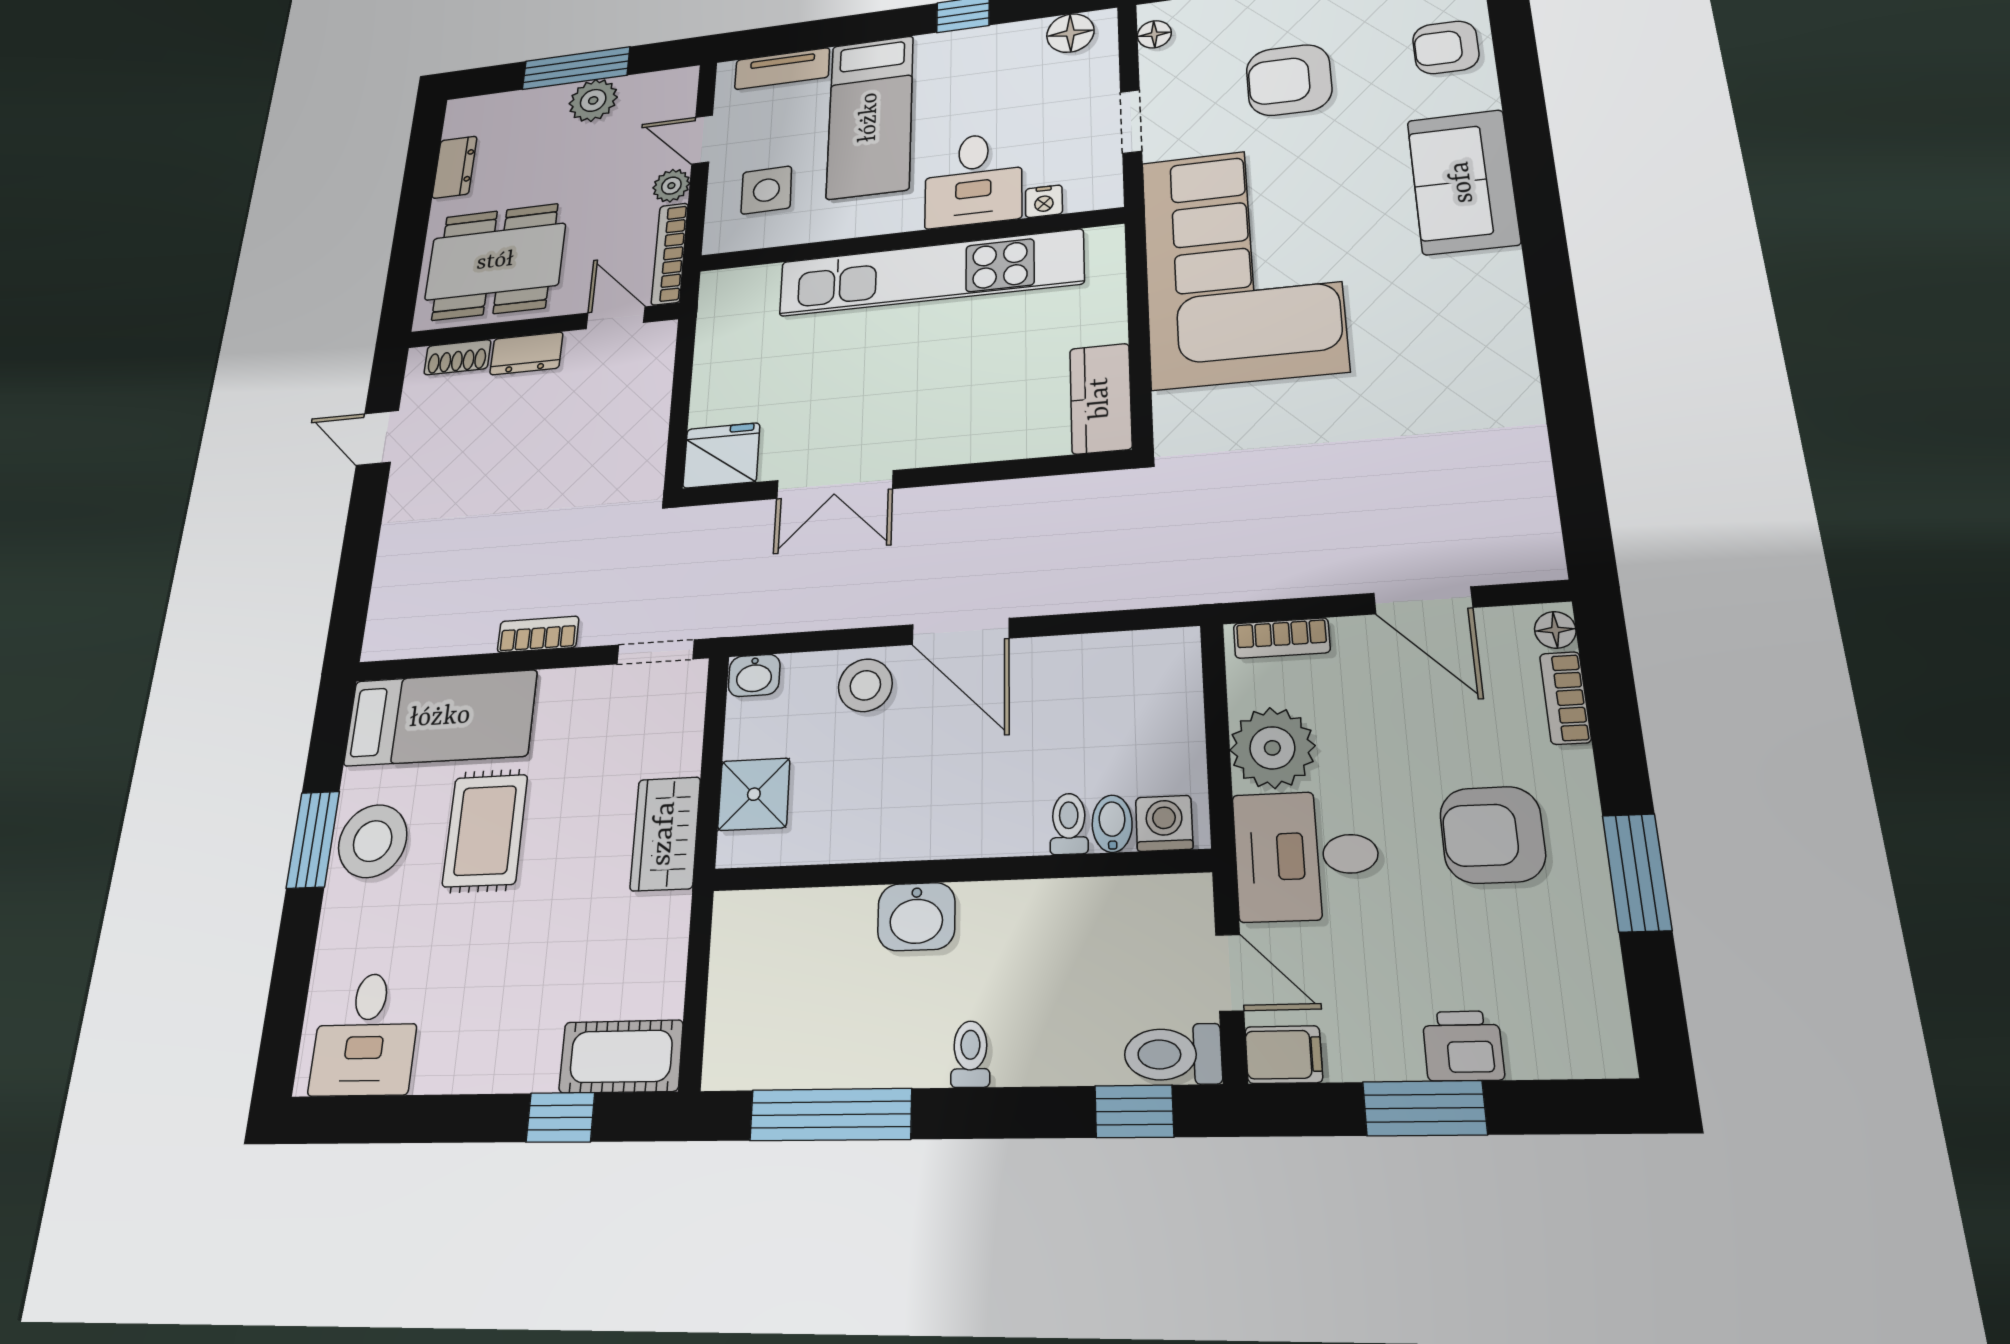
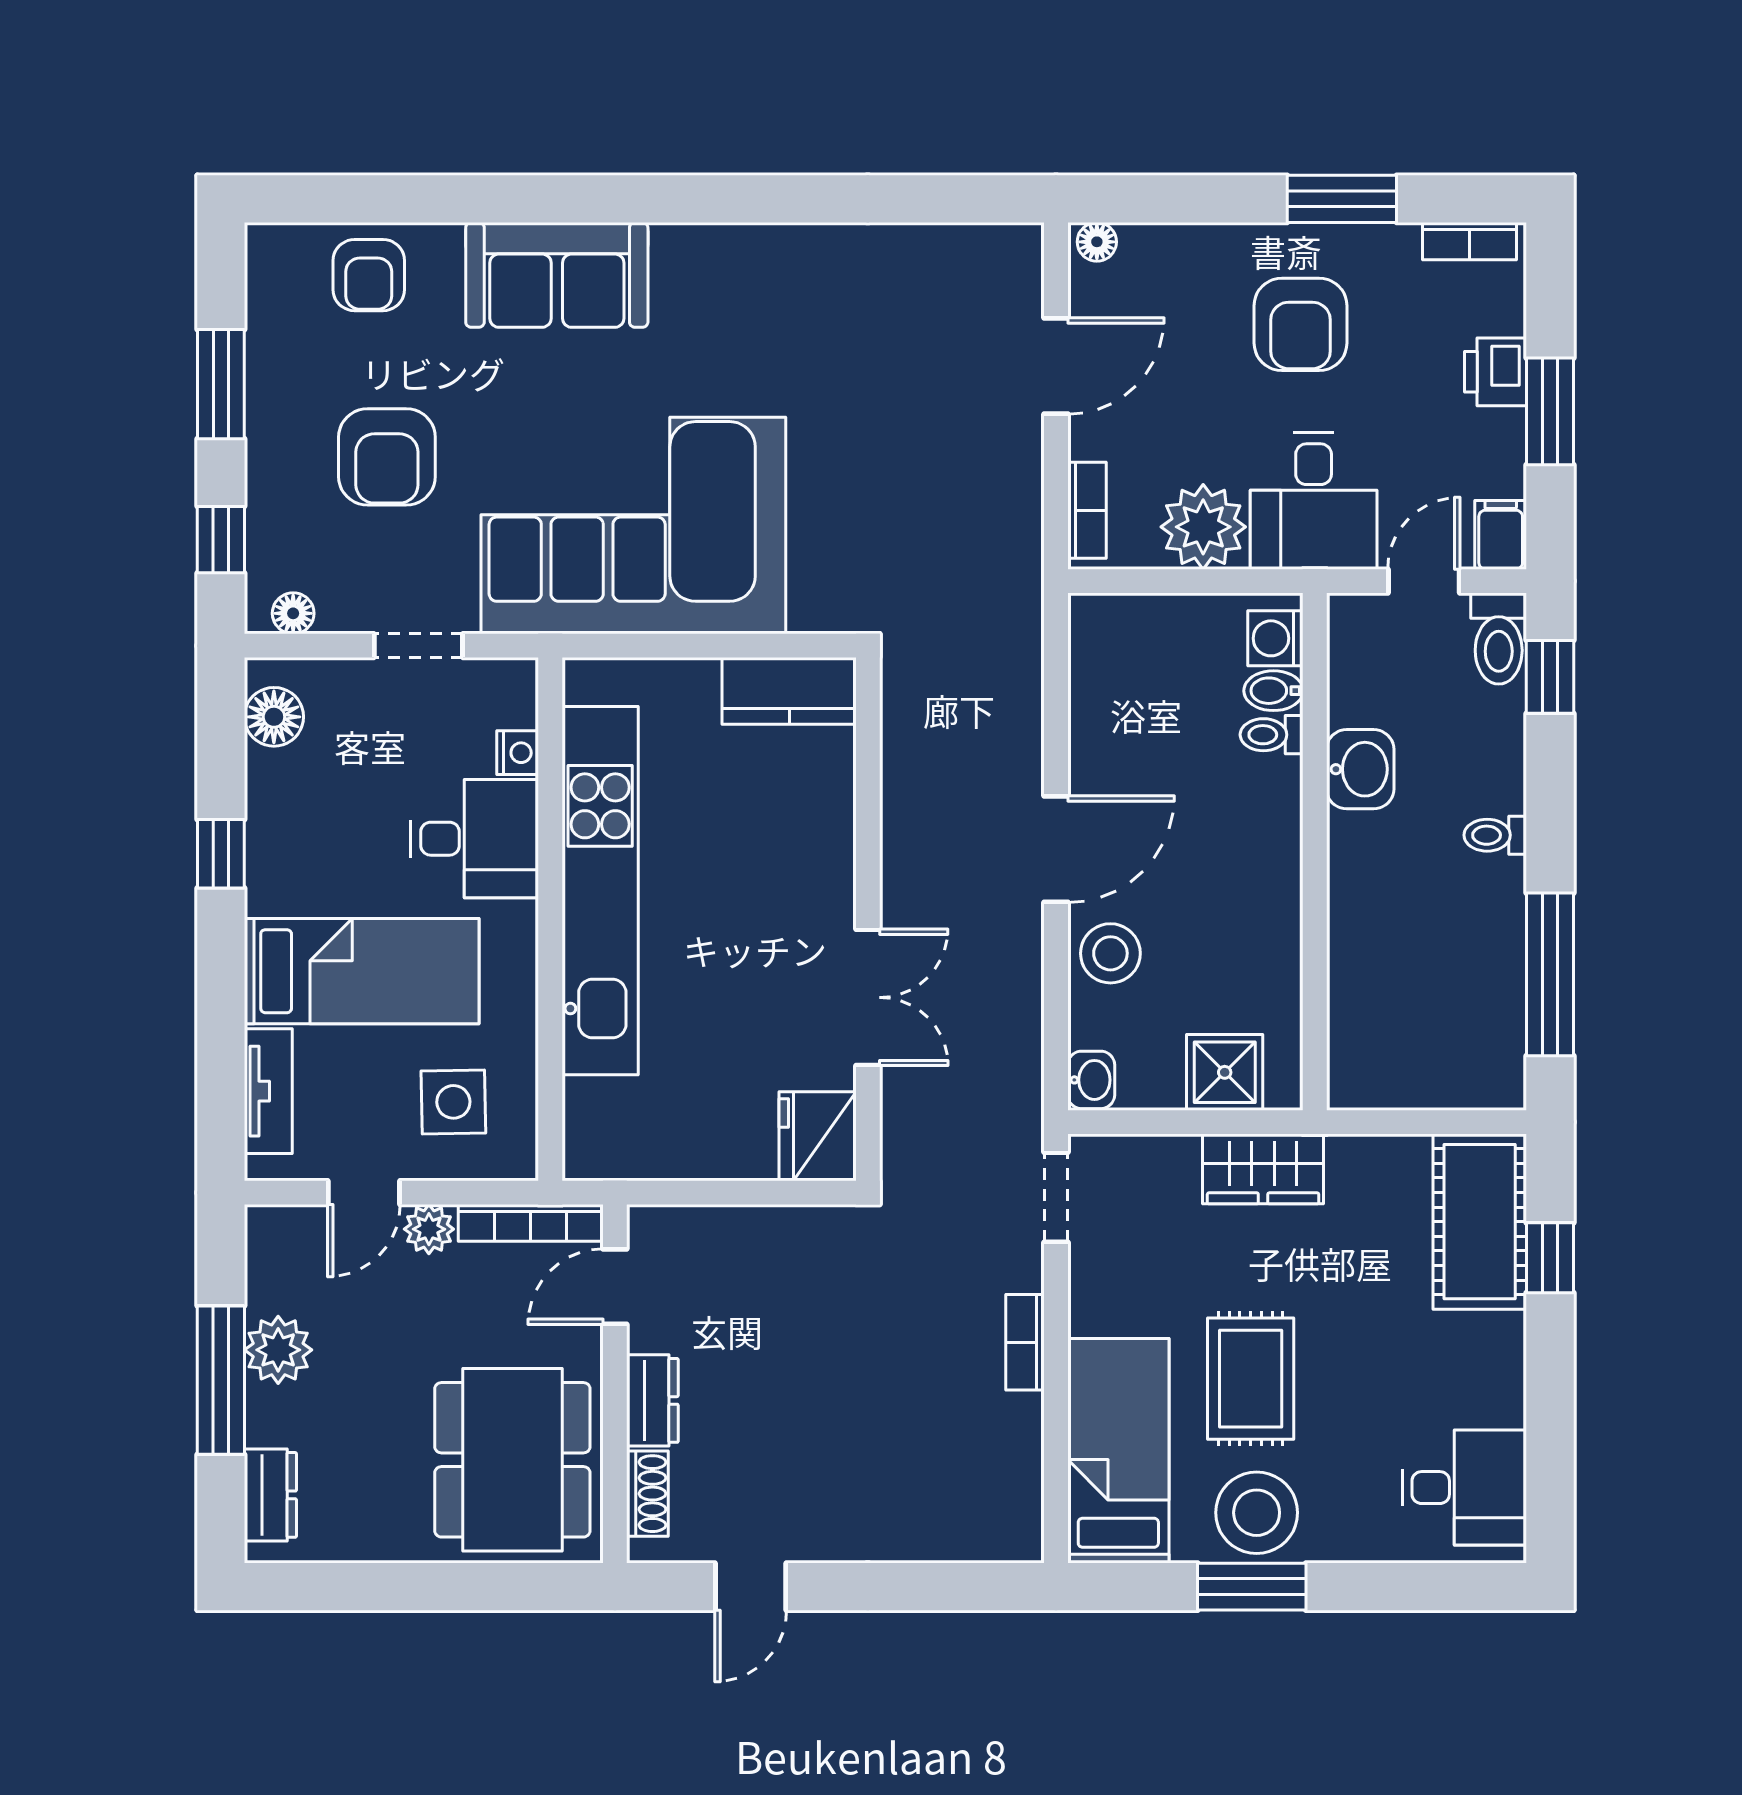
dresser: (455, 167) -> (270, 1495), moved, turned 90
bookcase: (1565, 698) -> (1470, 241), moved
rug: (485, 830) -> (1251, 1379), turned 90
washbasin: (916, 917) -> (1360, 769), moved
cot: (621, 1056) -> (1480, 1222), width x1.37, depth x1.34

